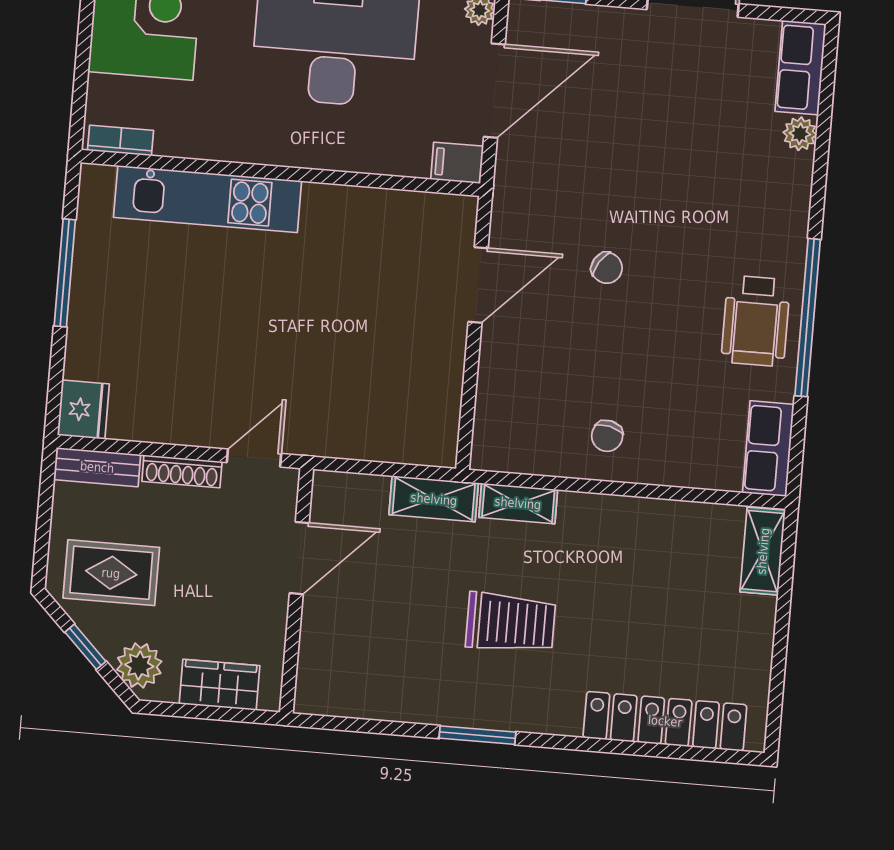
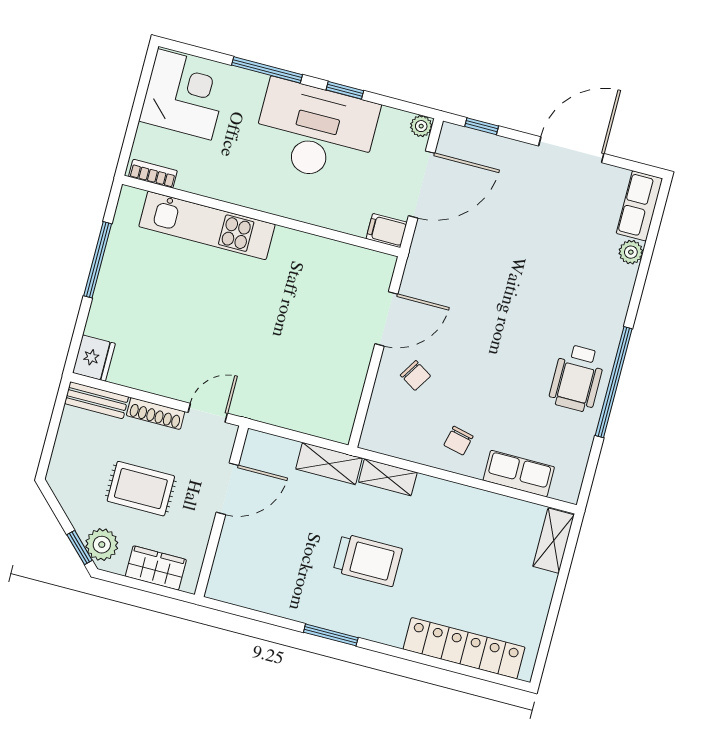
chair: (607, 268) -> (415, 375), moved
row of seats: (768, 449) -> (519, 474), moved, turned 90
rug: (111, 573) -> (141, 489), moved
window: (85, 647) -> (80, 547), moved

